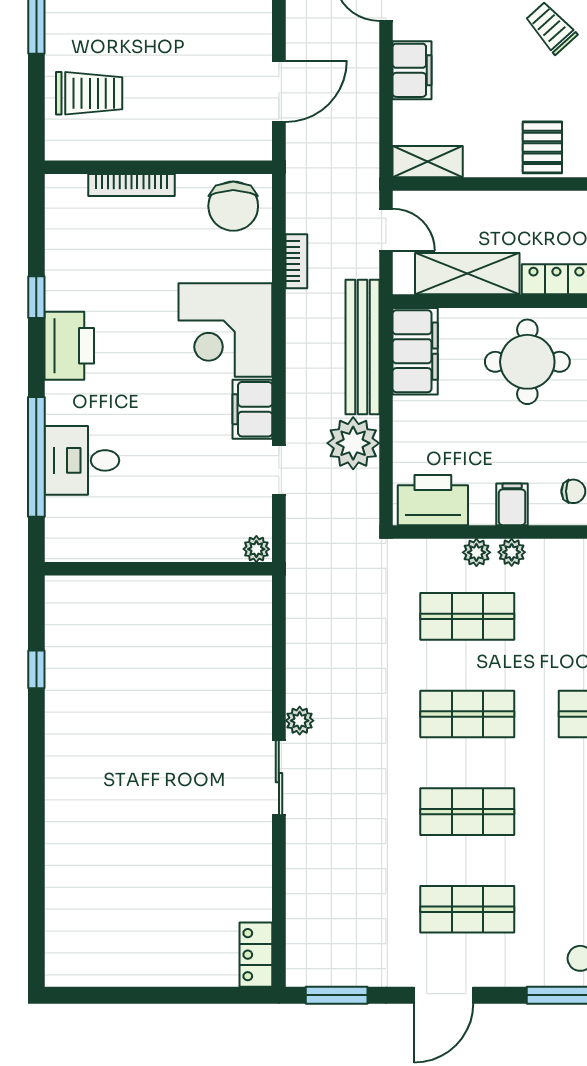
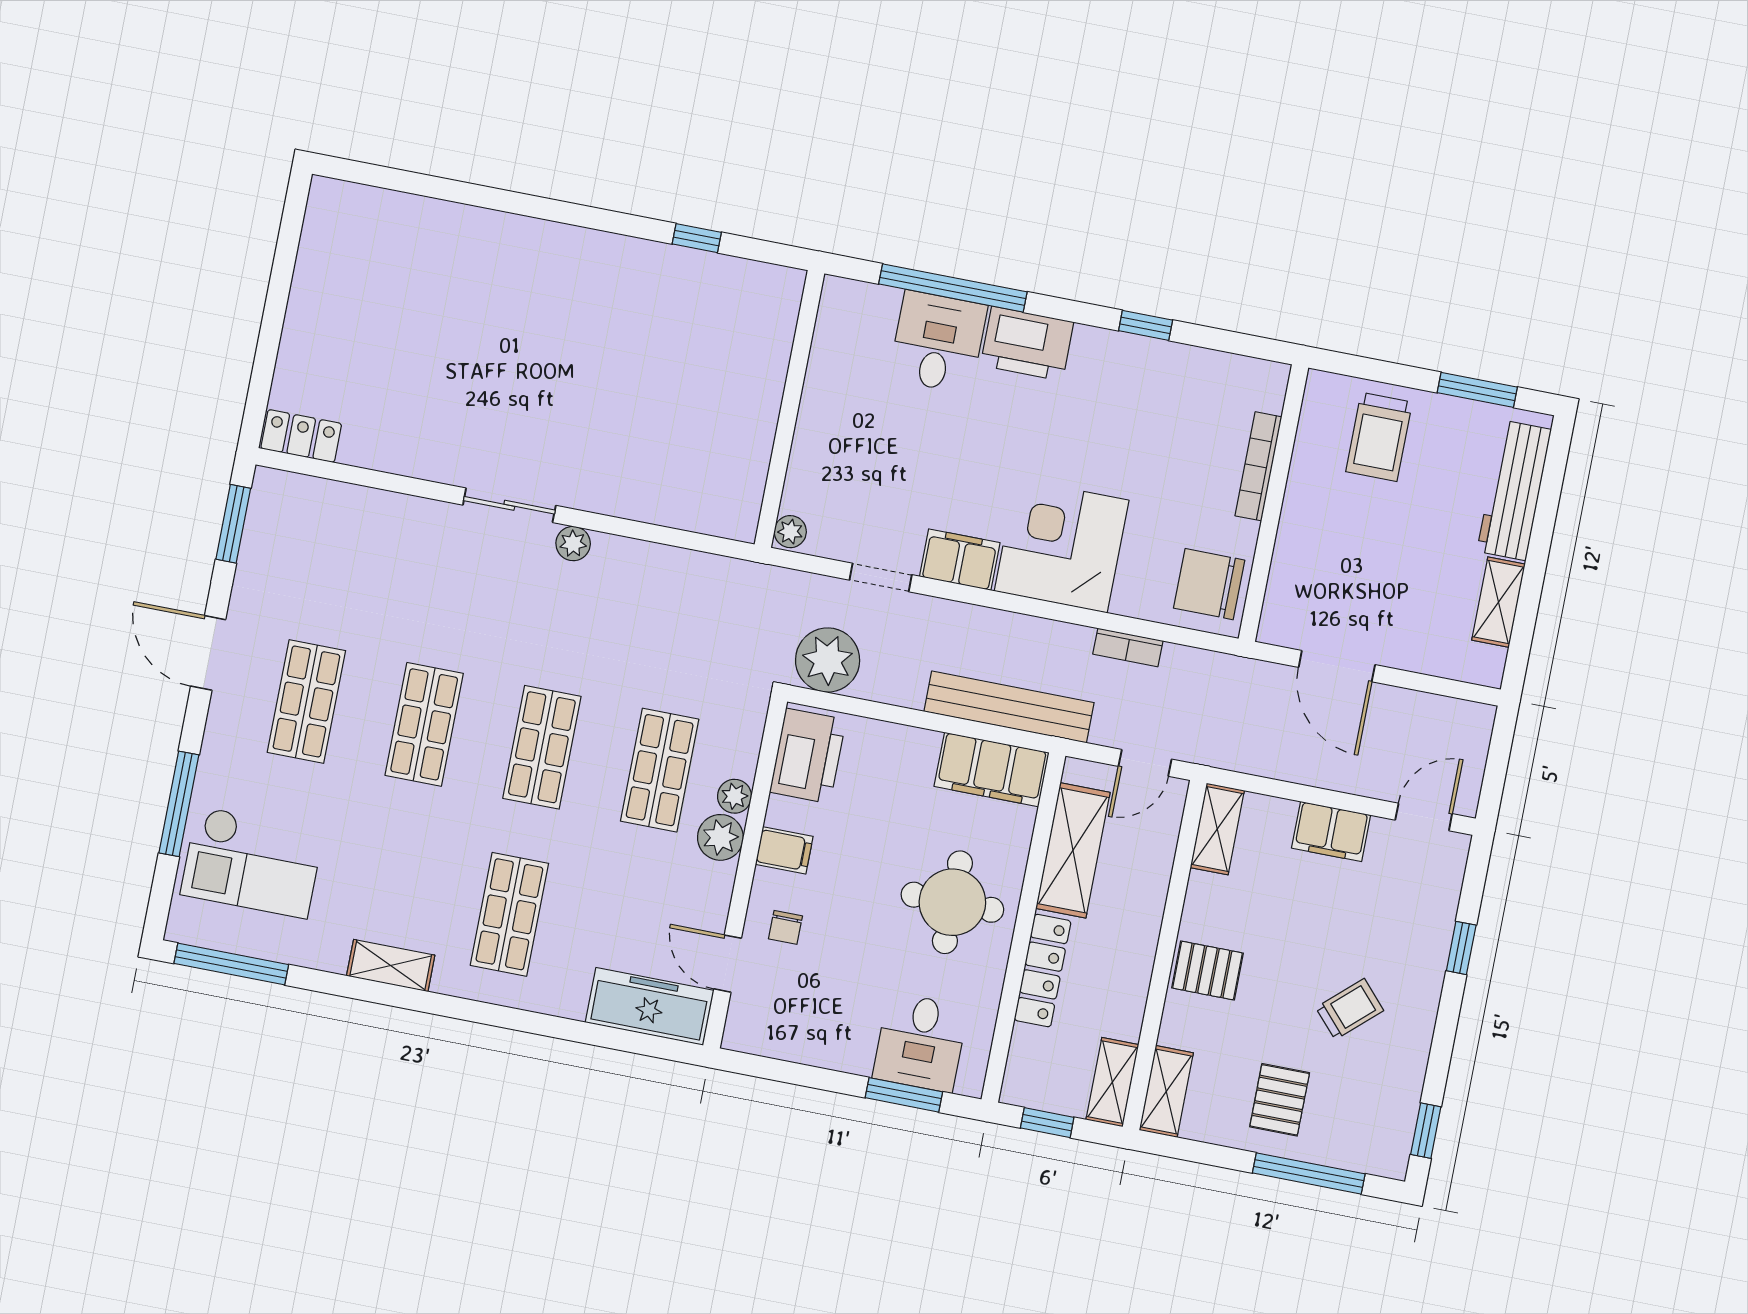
printer: (69, 346) -> (1027, 344), moved
plant: (353, 443) -> (828, 660), moved
plant: (512, 552) -> (720, 837), width x1.38, depth x1.38

